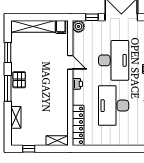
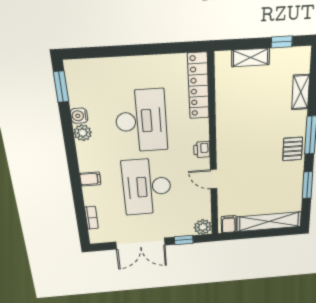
shelving: (57, 141) -> (251, 57), moved

